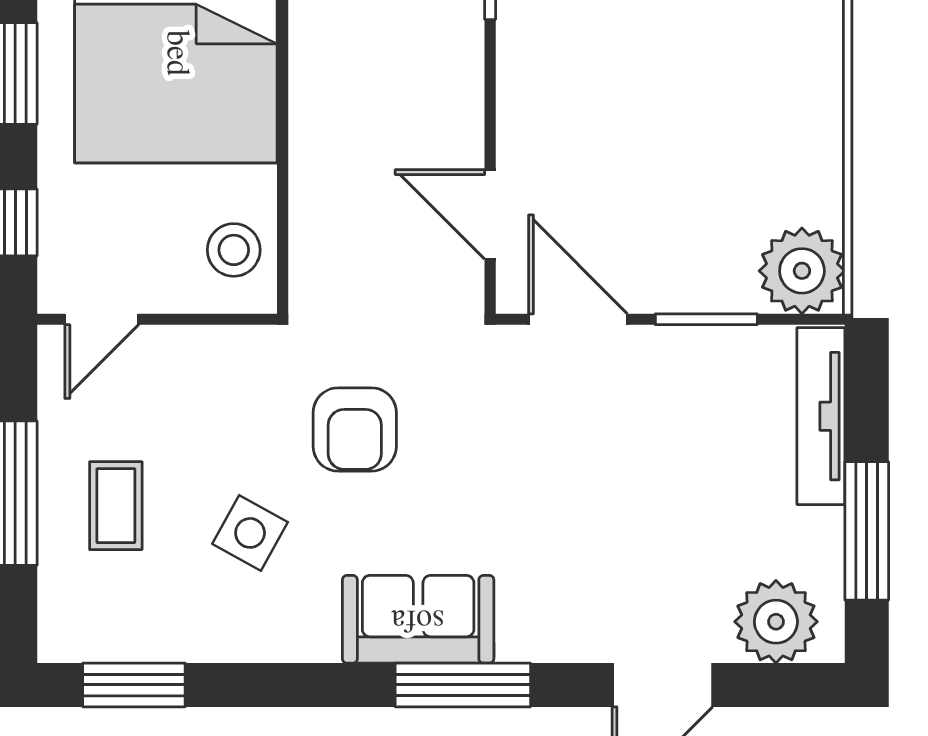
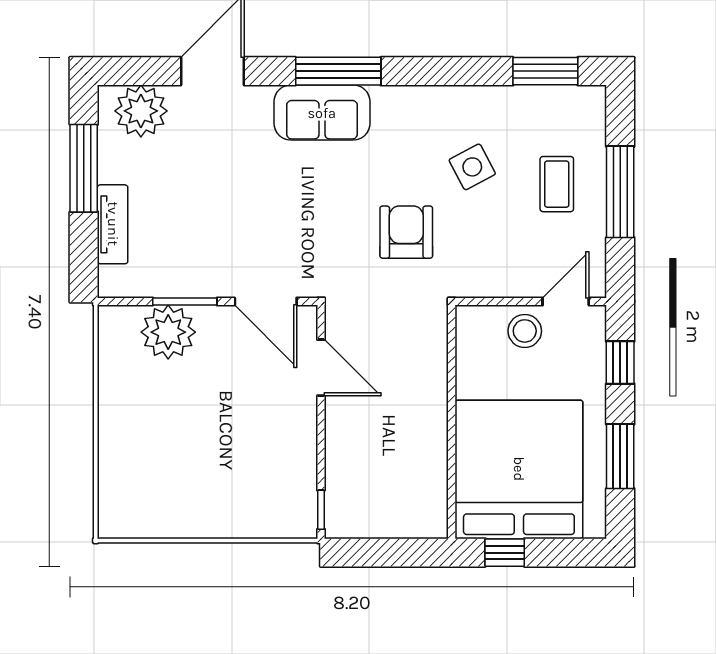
stool: (234, 250) -> (525, 331), moved
plant: (802, 271) -> (168, 332), moved
tv unit: (821, 416) -> (113, 224), width x0.71
side table: (250, 533) -> (472, 167), turned 33
sofa: (418, 619) -> (322, 113), moved

